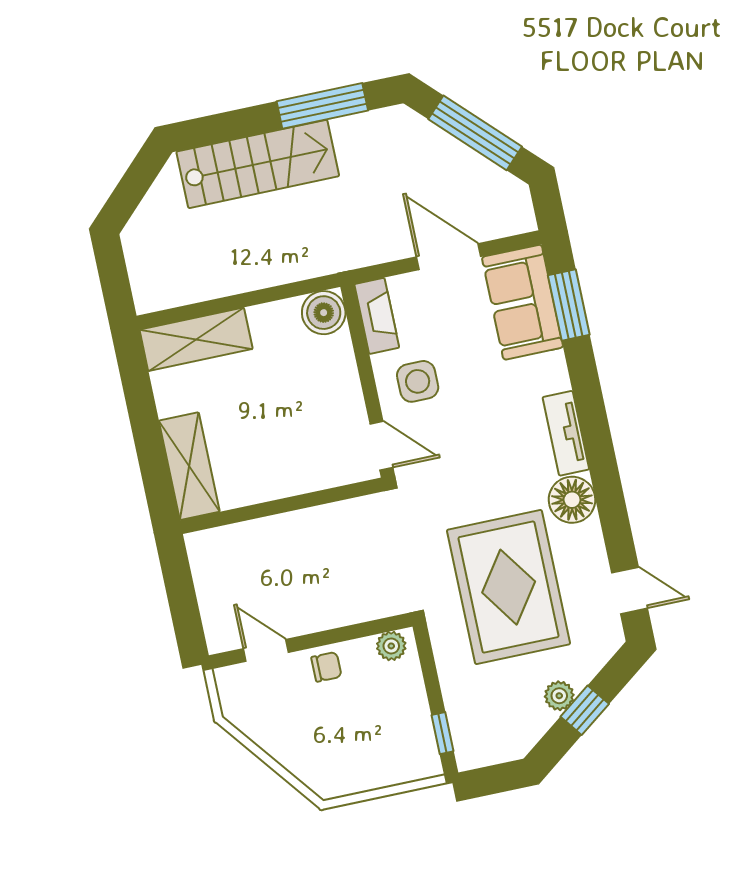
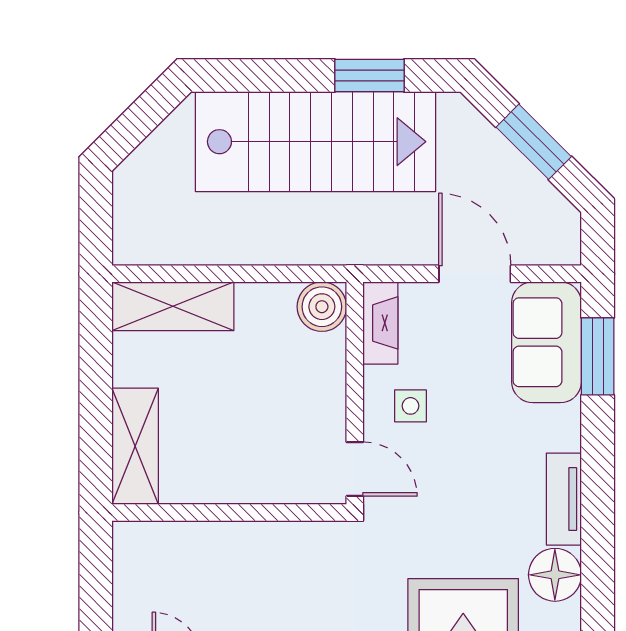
window: (322, 106) -> (369, 75), width x0.69
window: (475, 133) -> (534, 142), width x0.69
stairs: (258, 164) -> (315, 142), width x1.36, depth x1.51
side table: (418, 381) -> (410, 406), width x0.73, depth x0.73

